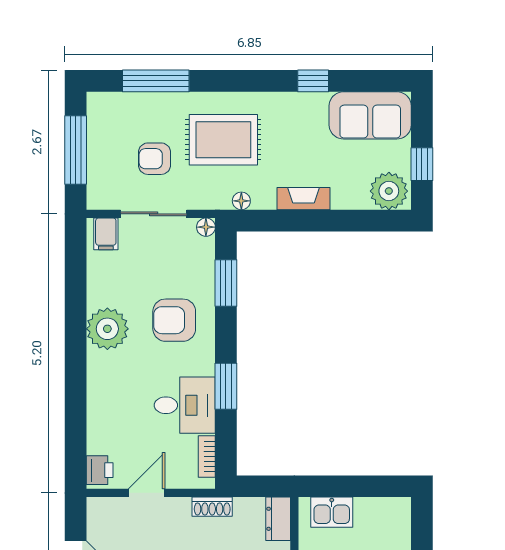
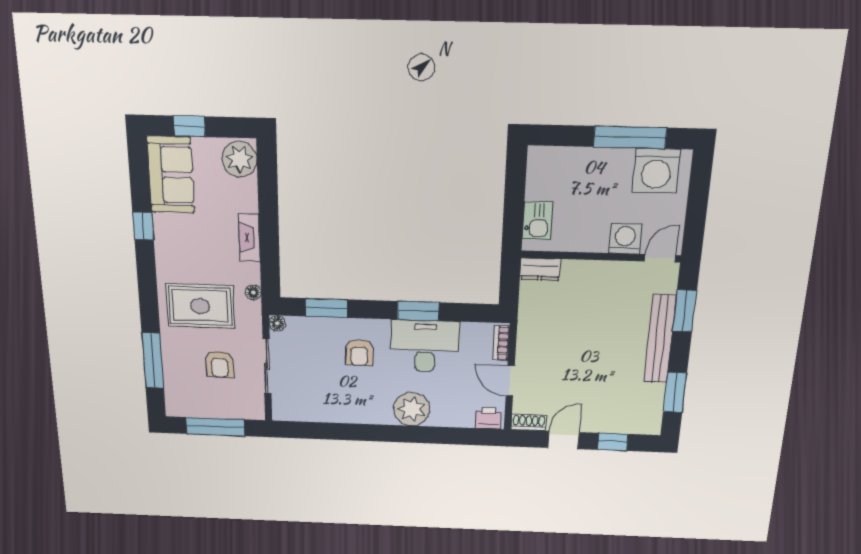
rug: (223, 140) -> (200, 306), turned 90
window: (422, 164) -> (189, 126), moved
filing cabinet: (106, 234) -> (285, 406), removed
armchair: (174, 320) -> (359, 353), width x0.72, depth x0.72
plant: (107, 329) -> (412, 409), moved
desk: (185, 405) -> (425, 346), width x1.37
bookcase: (207, 457) -> (501, 343), moved, turned 90
shoe rack: (212, 507) -> (529, 422), moved, turned -90

